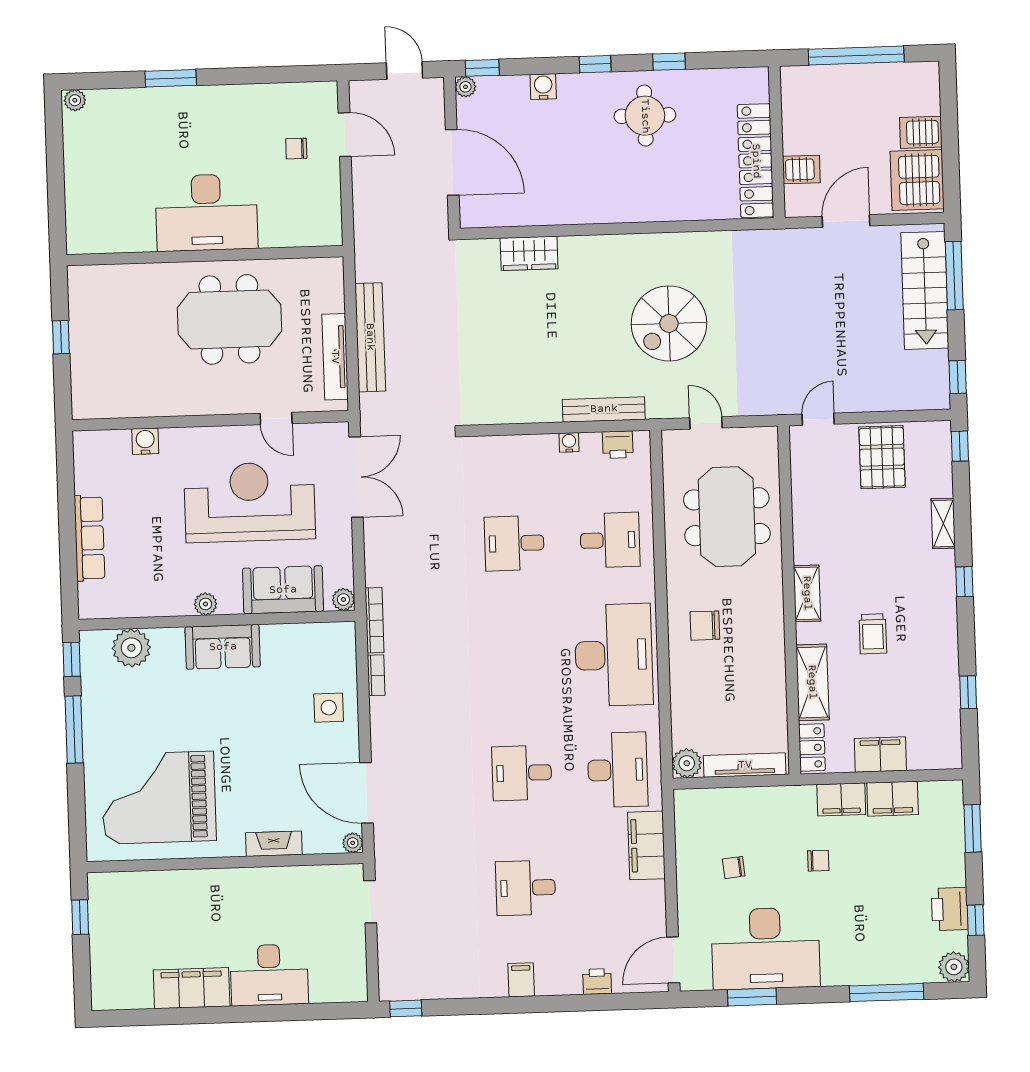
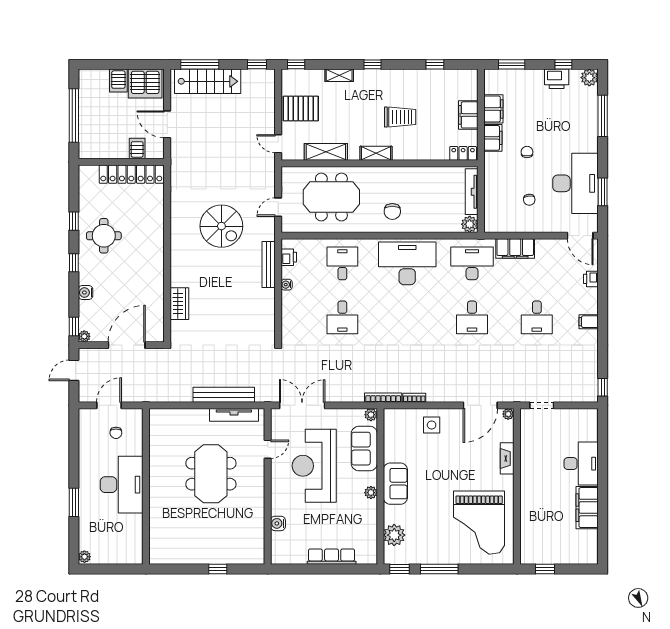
desk: (206, 212) -> (122, 485), moved
wall: (205, 256) -> (146, 486), moved
trolley: (873, 634) -> (400, 117), width x1.36, depth x1.39
shelving: (812, 682) -> (326, 152), moved

